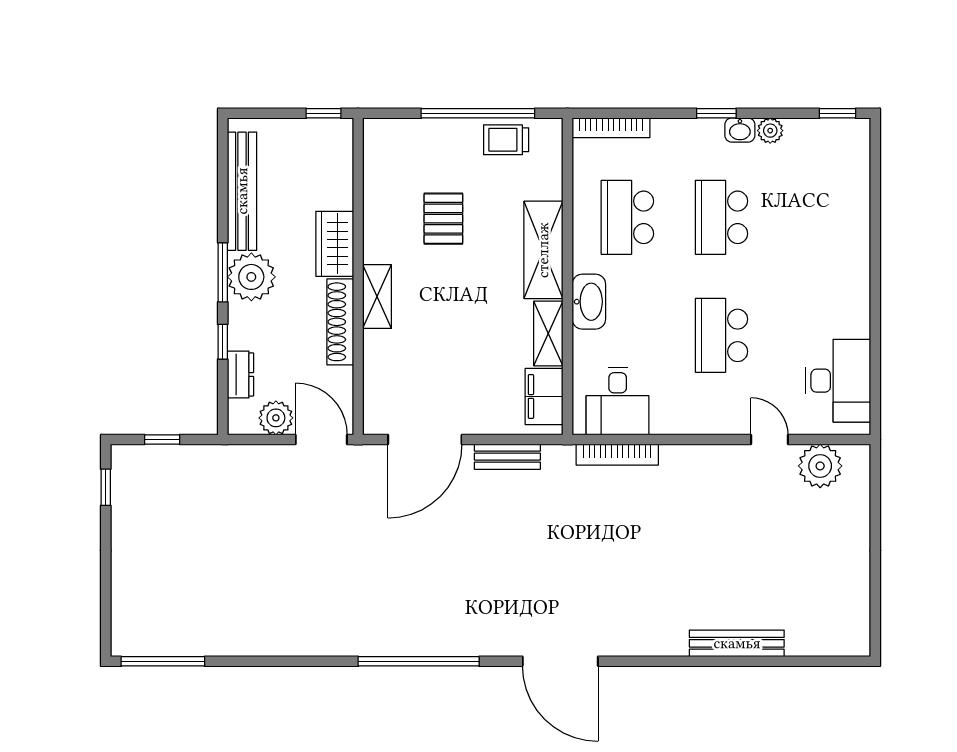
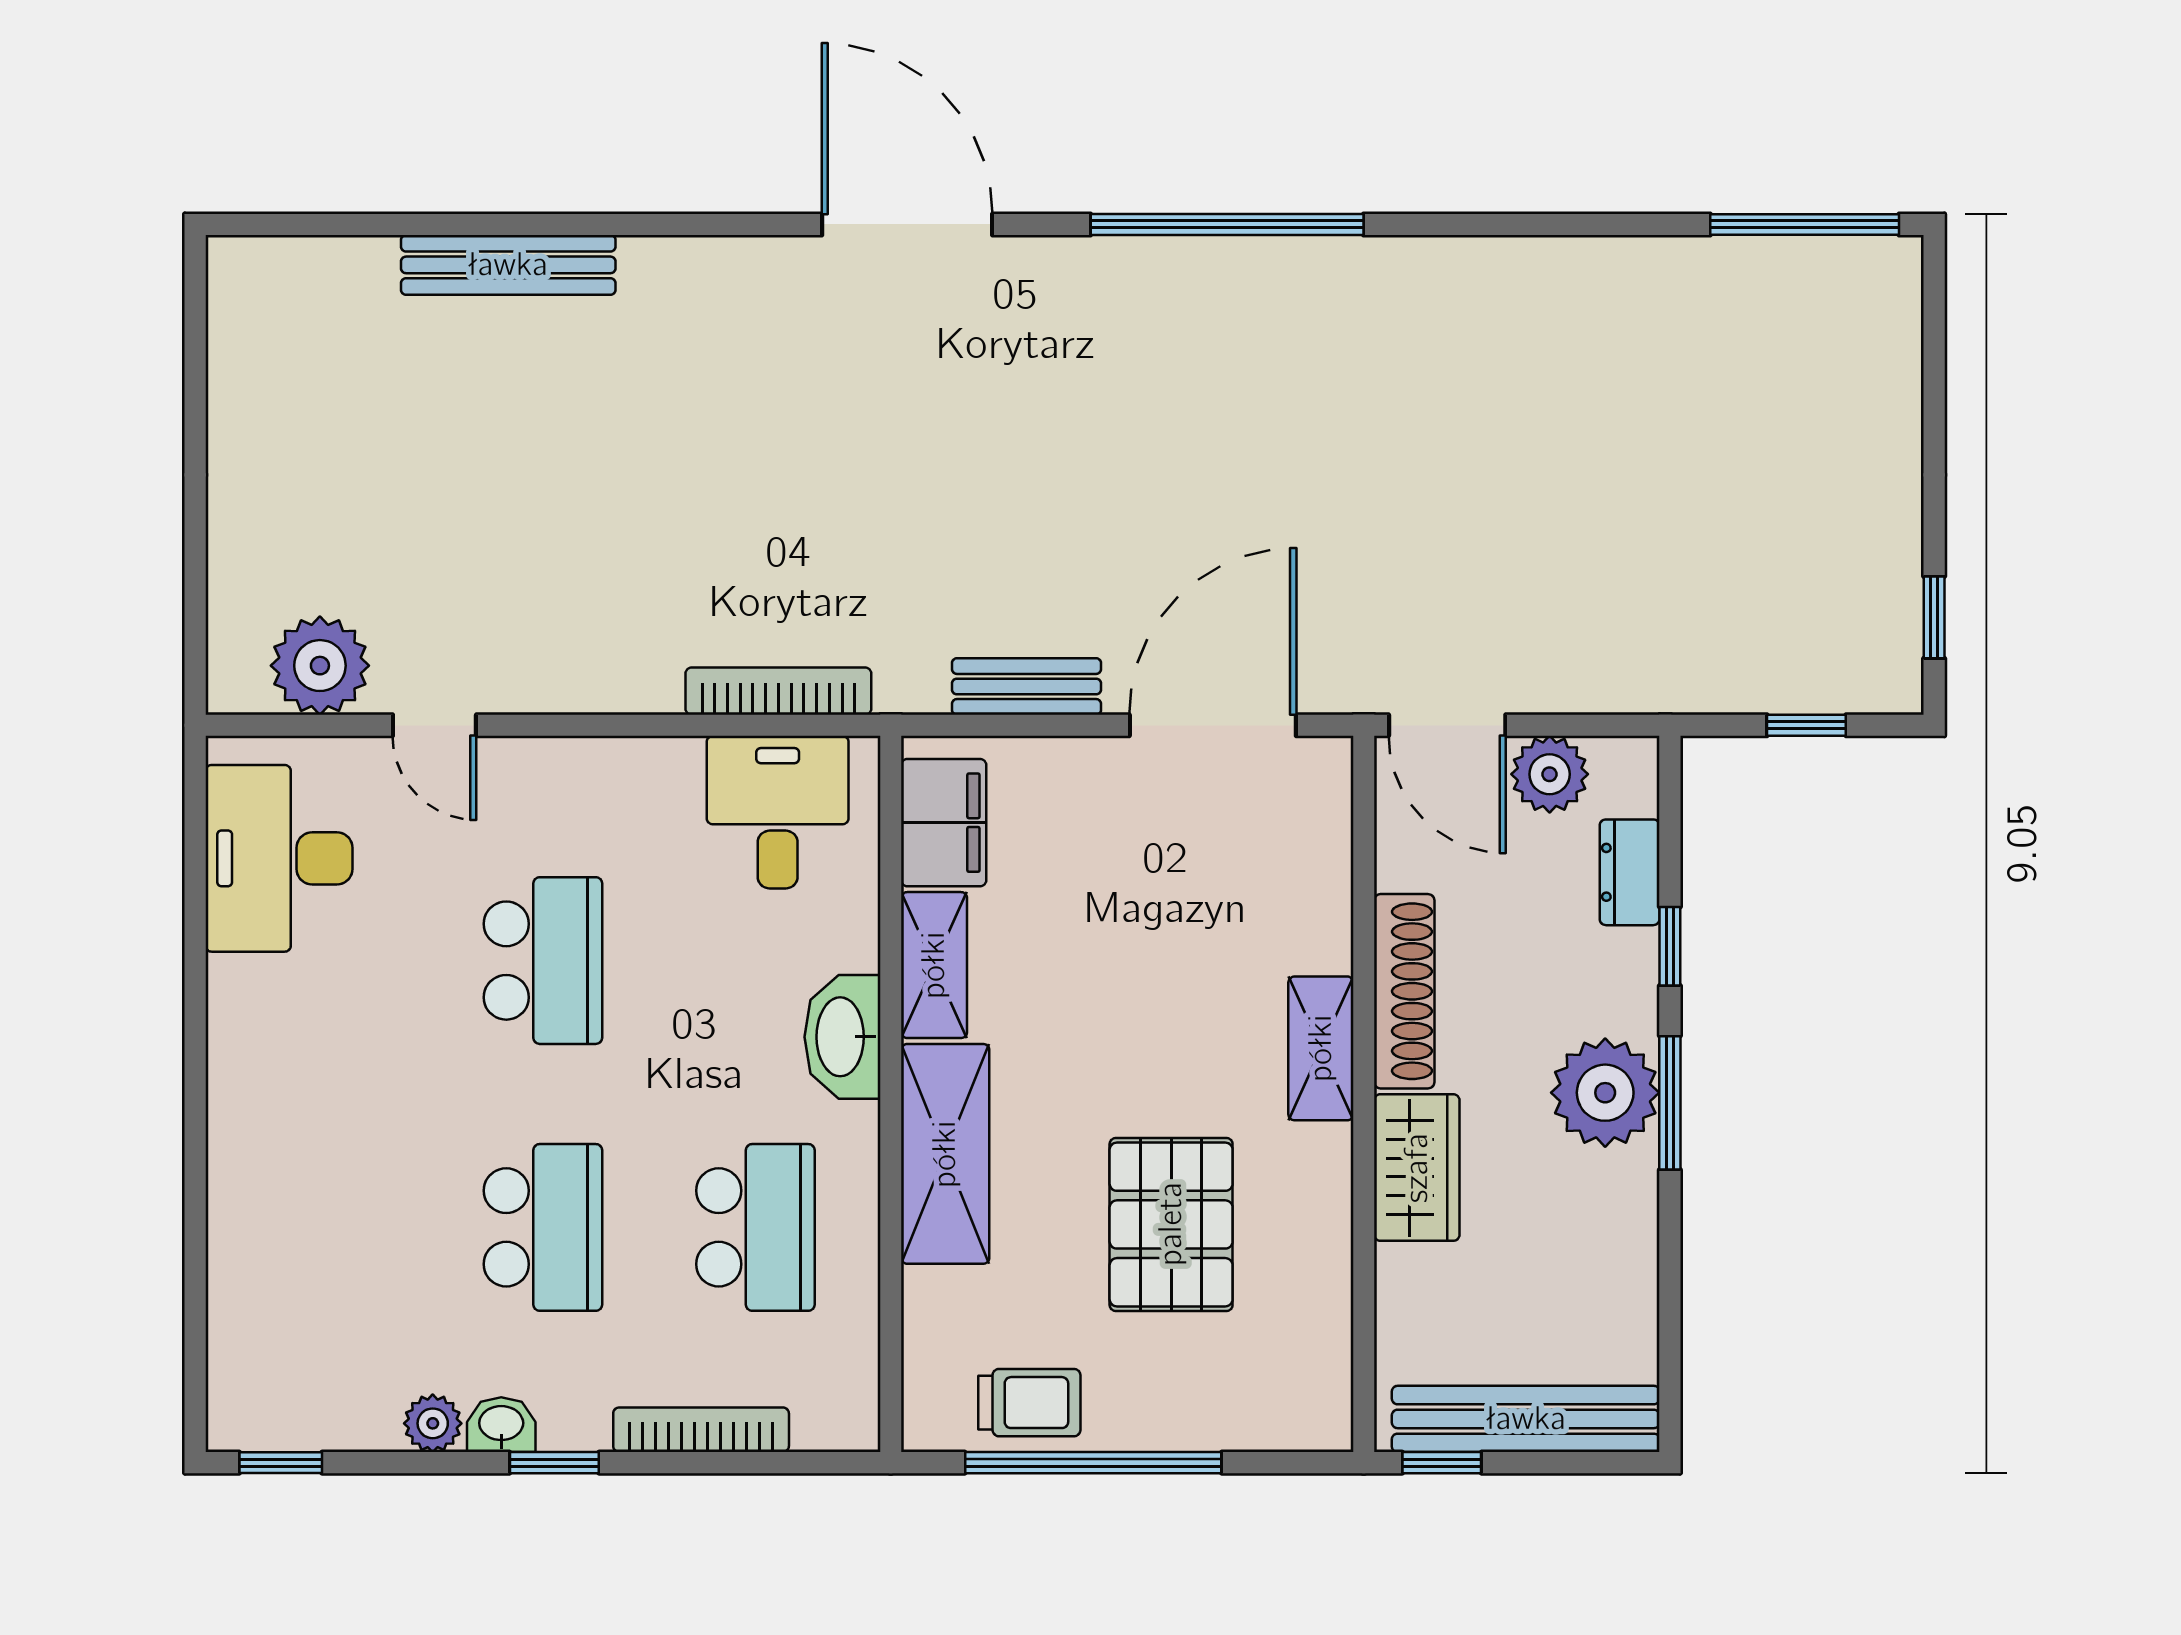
bookcase: (611, 128) -> (701, 1430), moved
bench: (242, 191) -> (1526, 1419), moved, turned 90
pallet: (443, 219) -> (1171, 1224), width x1.50, depth x1.42

